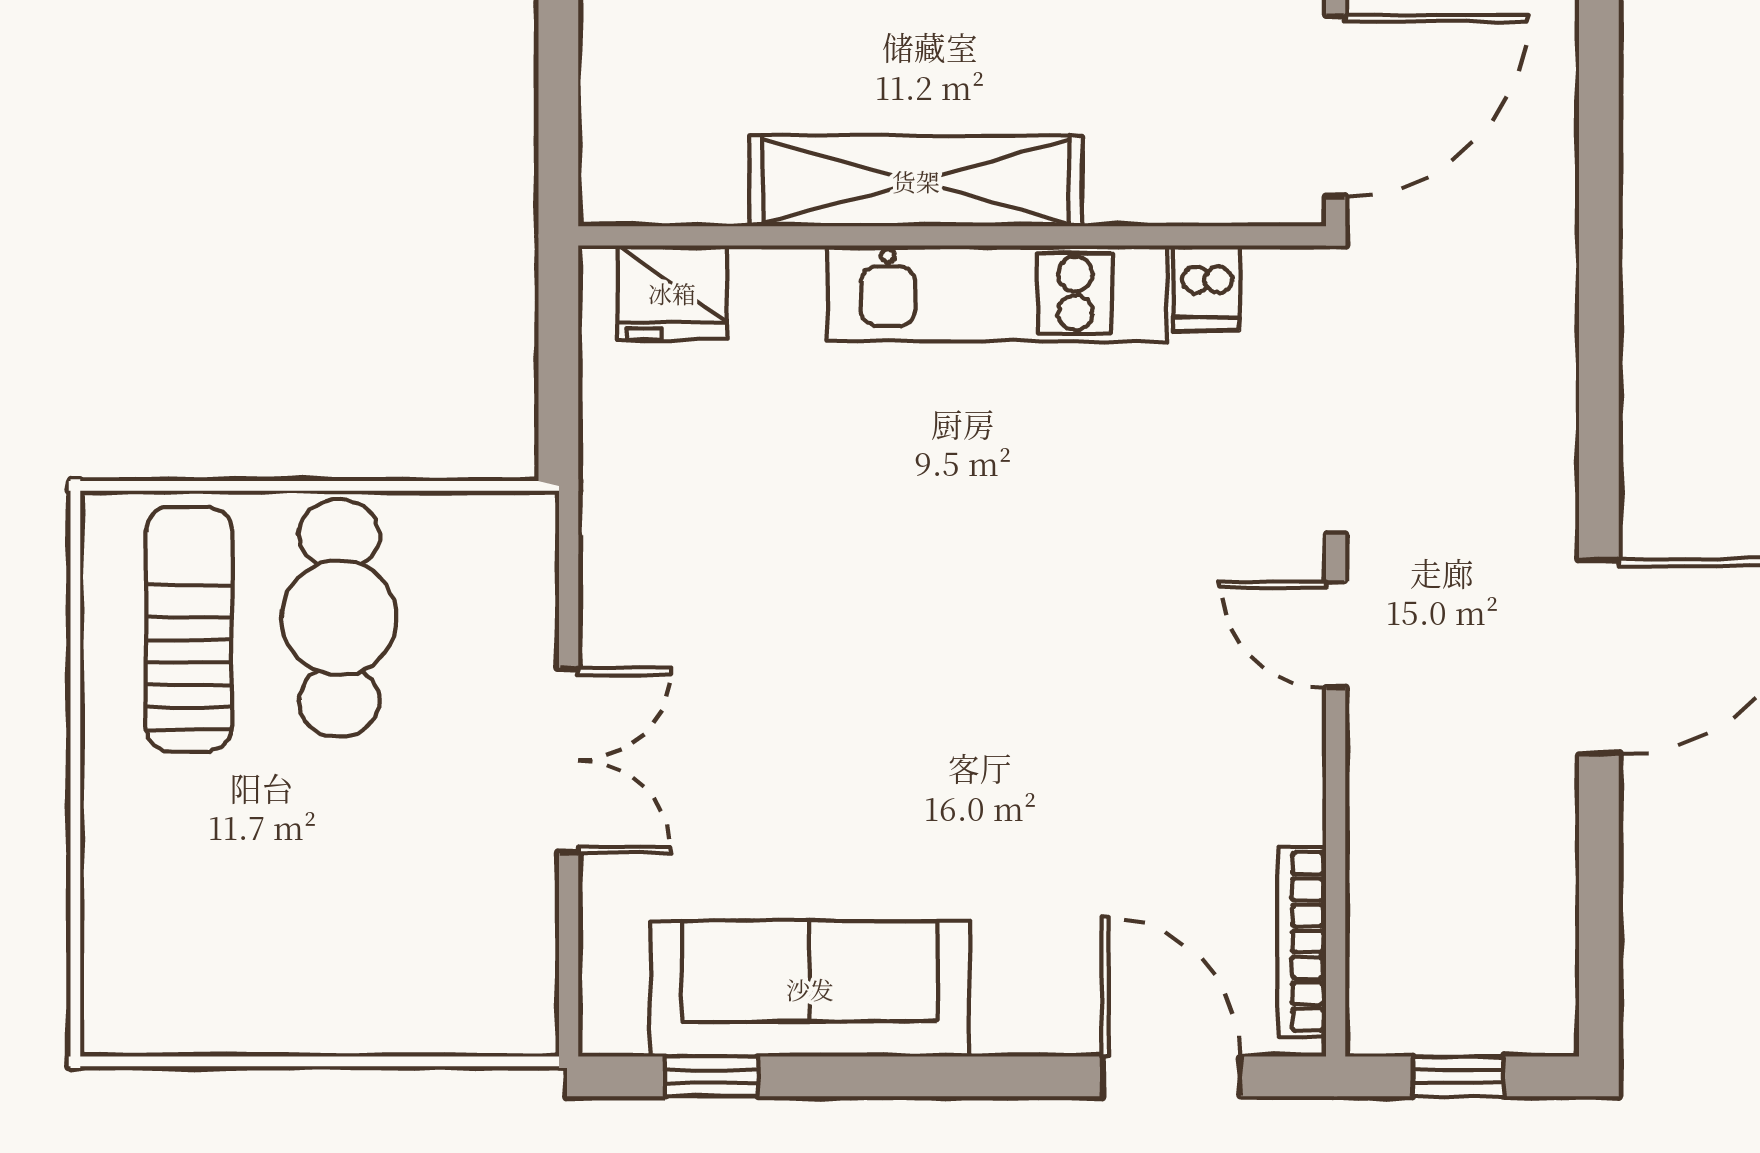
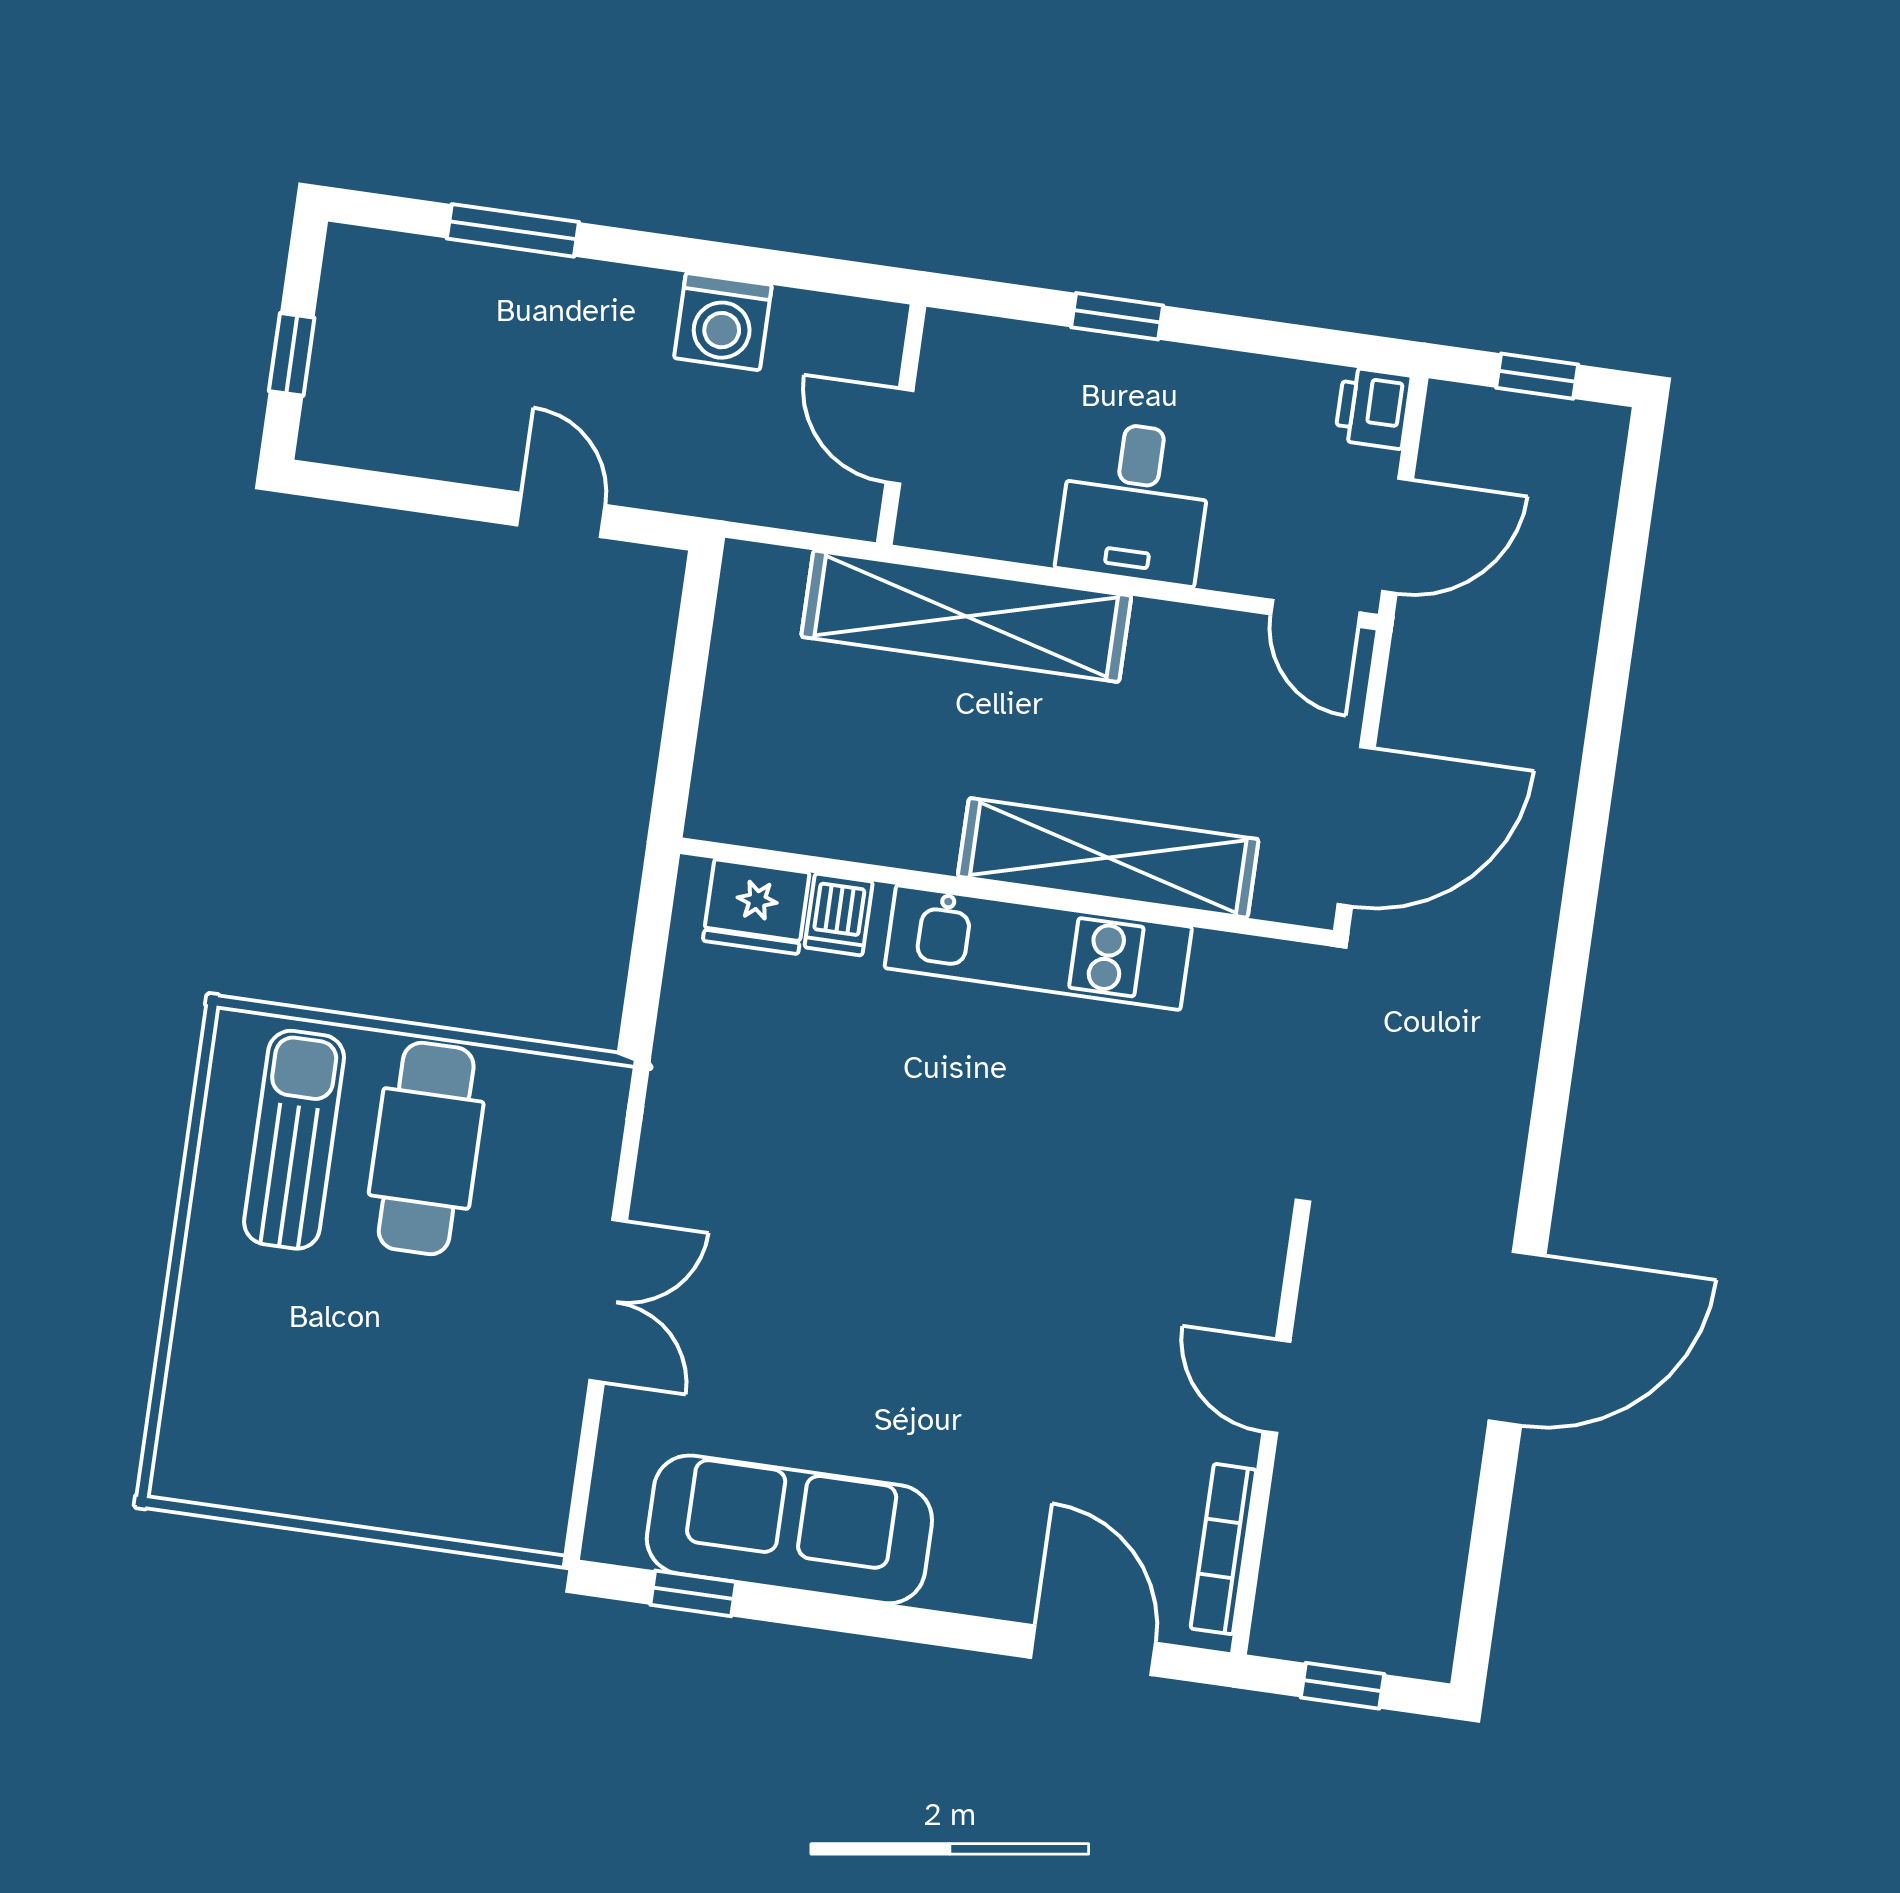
shelving: (916, 181) -> (1108, 858), moved
dishwasher: (1206, 288) -> (839, 915), moved
door: (1336, 634) -> (1276, 1387), moved

